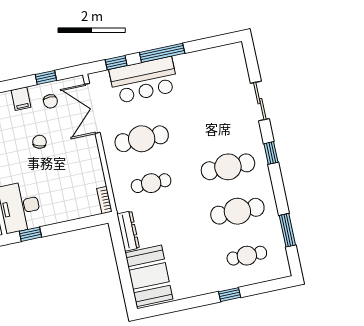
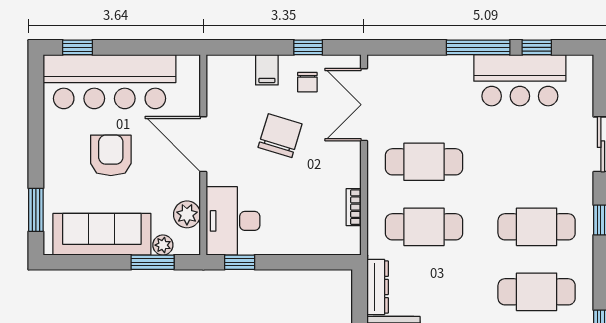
window: (116, 63) -> (537, 47), moved
bar counter: (144, 80) -> (520, 80), moved
chair: (40, 142) -> (280, 136), width x1.87, depth x1.87
cafe table: (151, 183) -> (424, 227), width x1.37, depth x1.35
bookcase: (104, 200) -> (354, 207), moved

